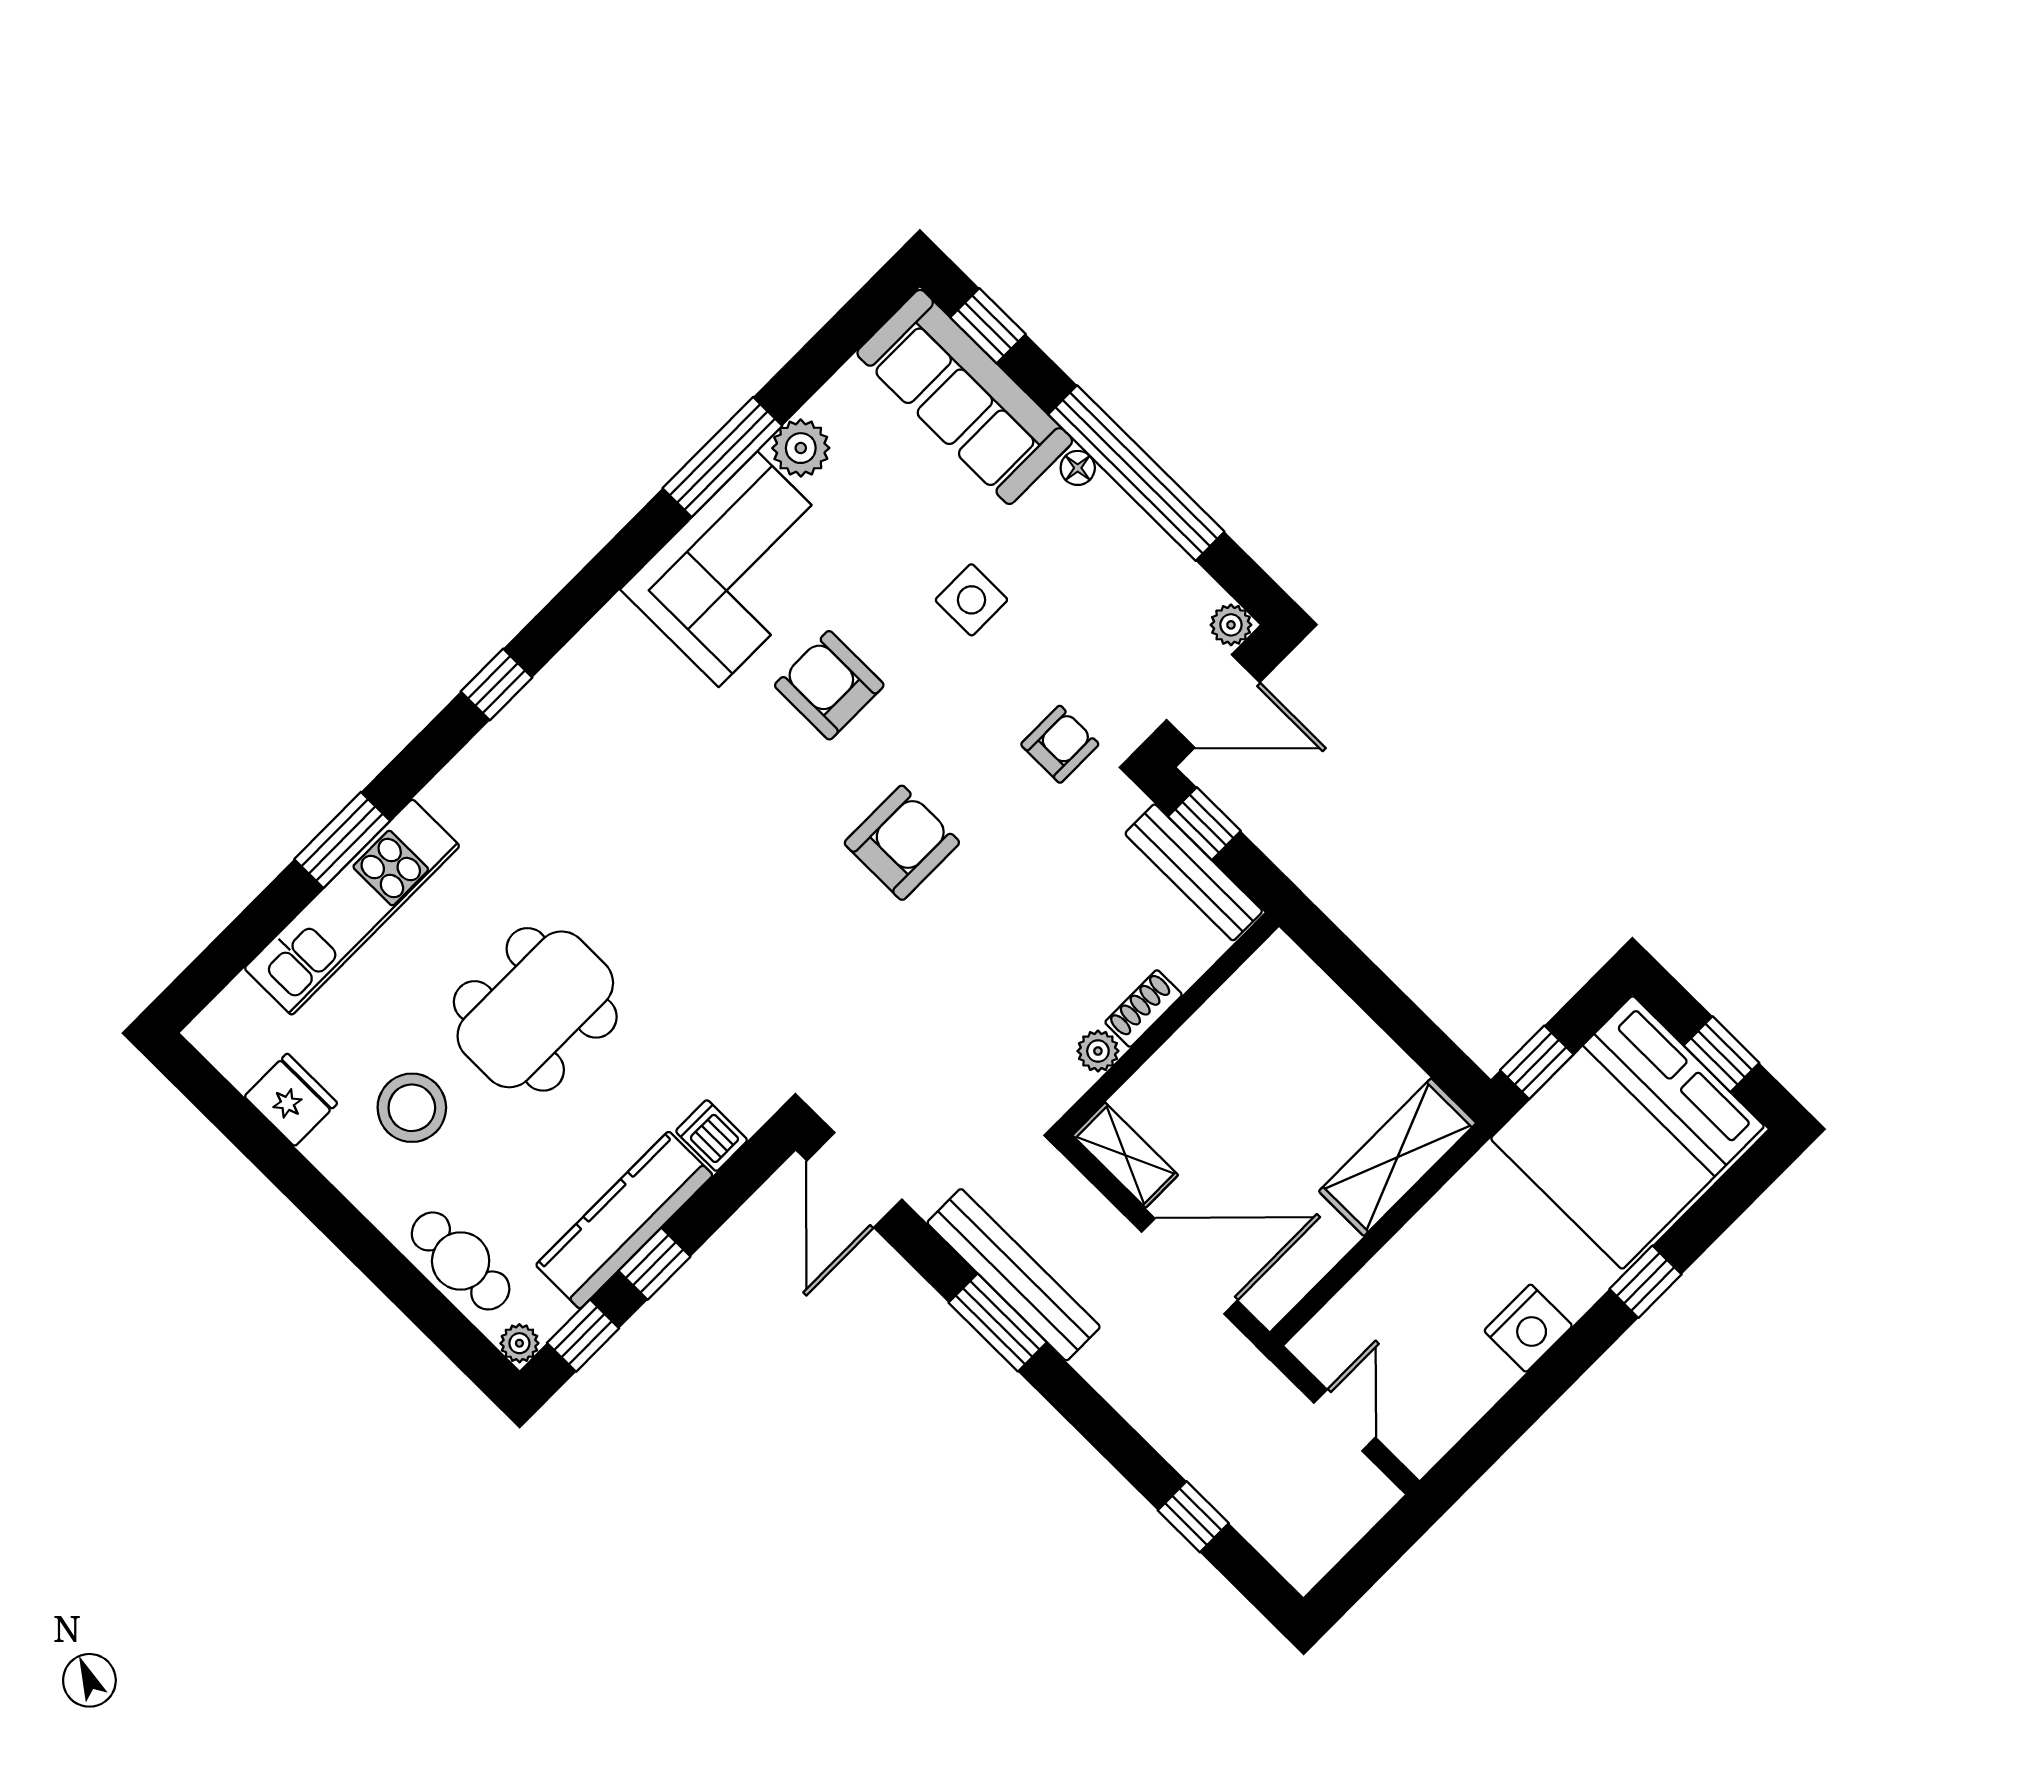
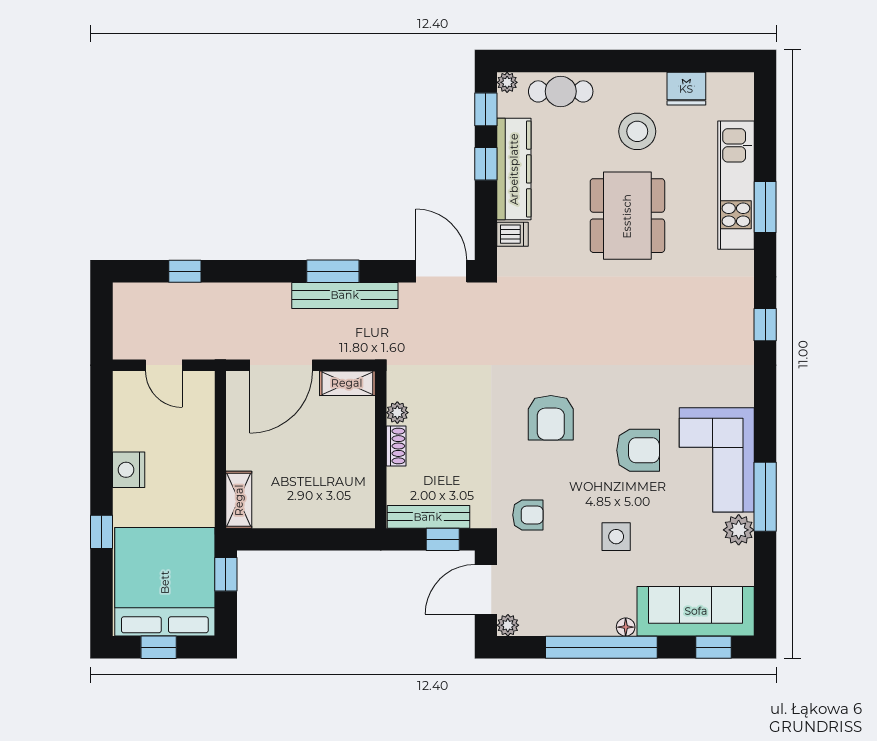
armchair: (1060, 744) -> (528, 515), turned -90
shelving: (1398, 1157) -> (239, 500), width x0.67, depth x0.75

